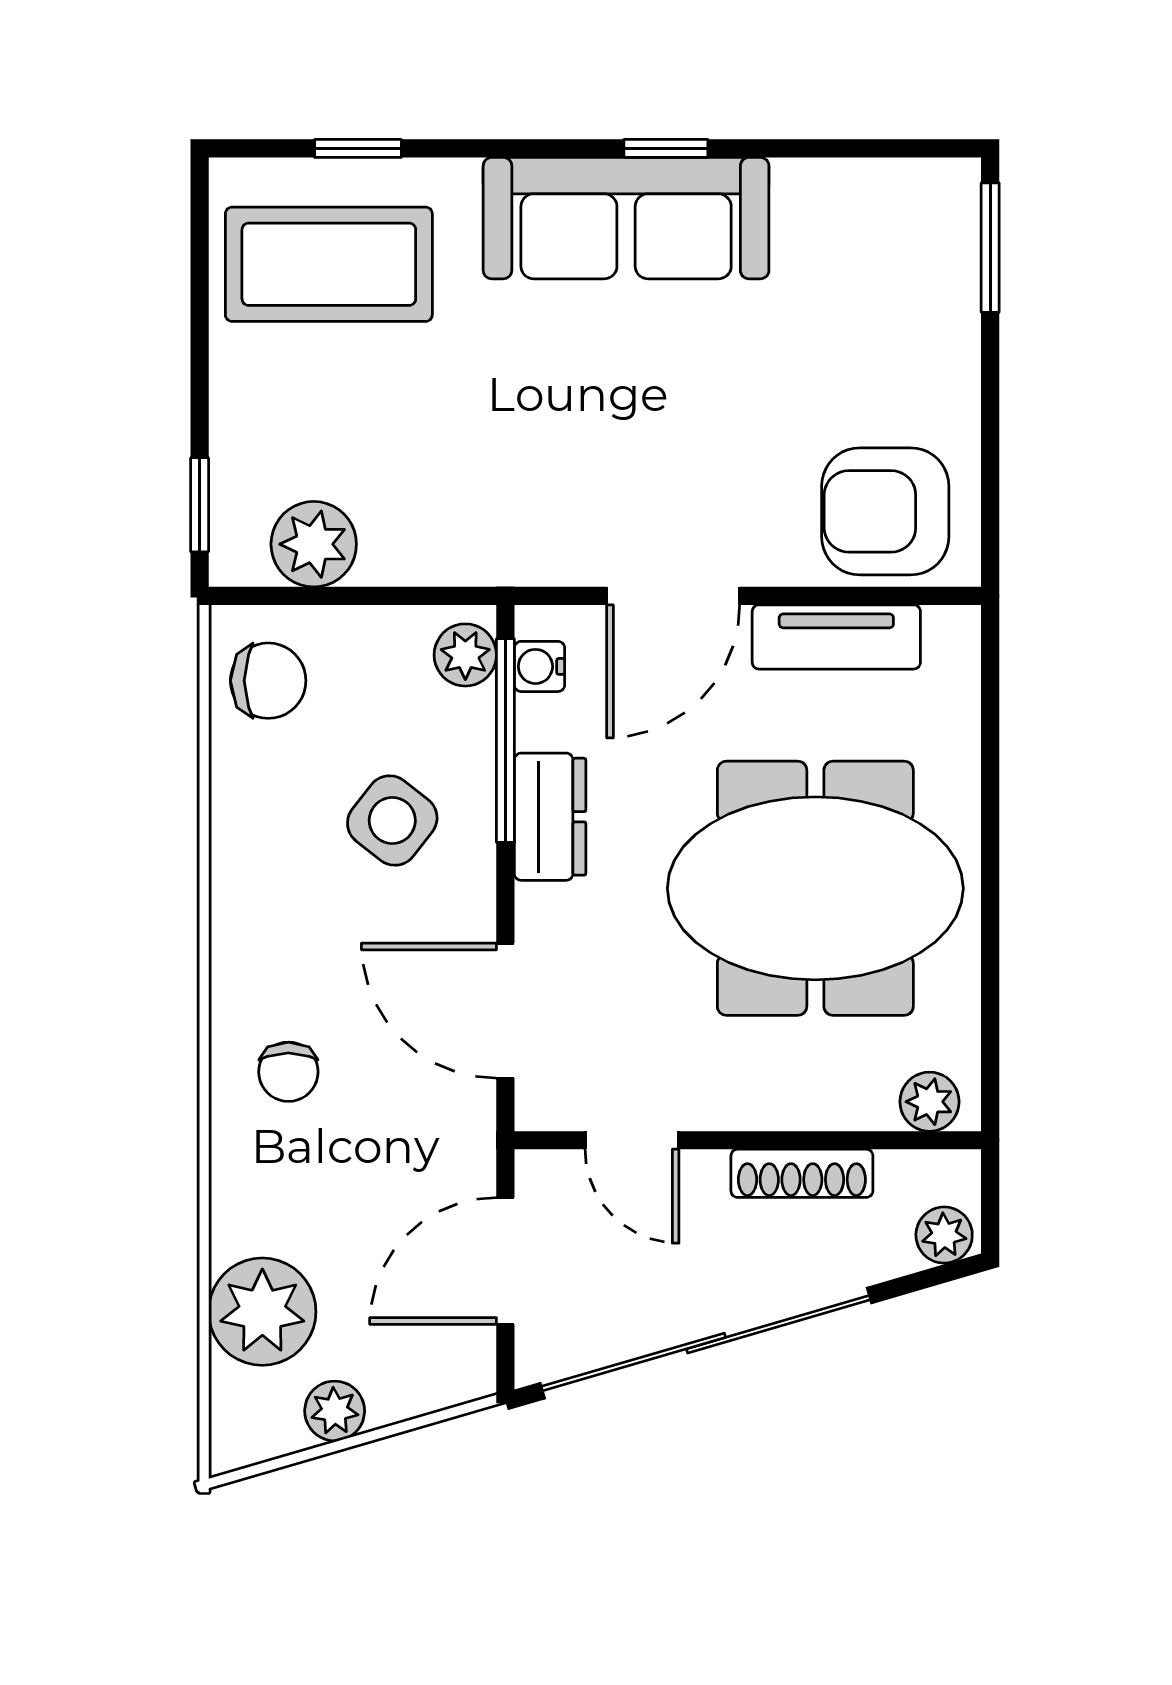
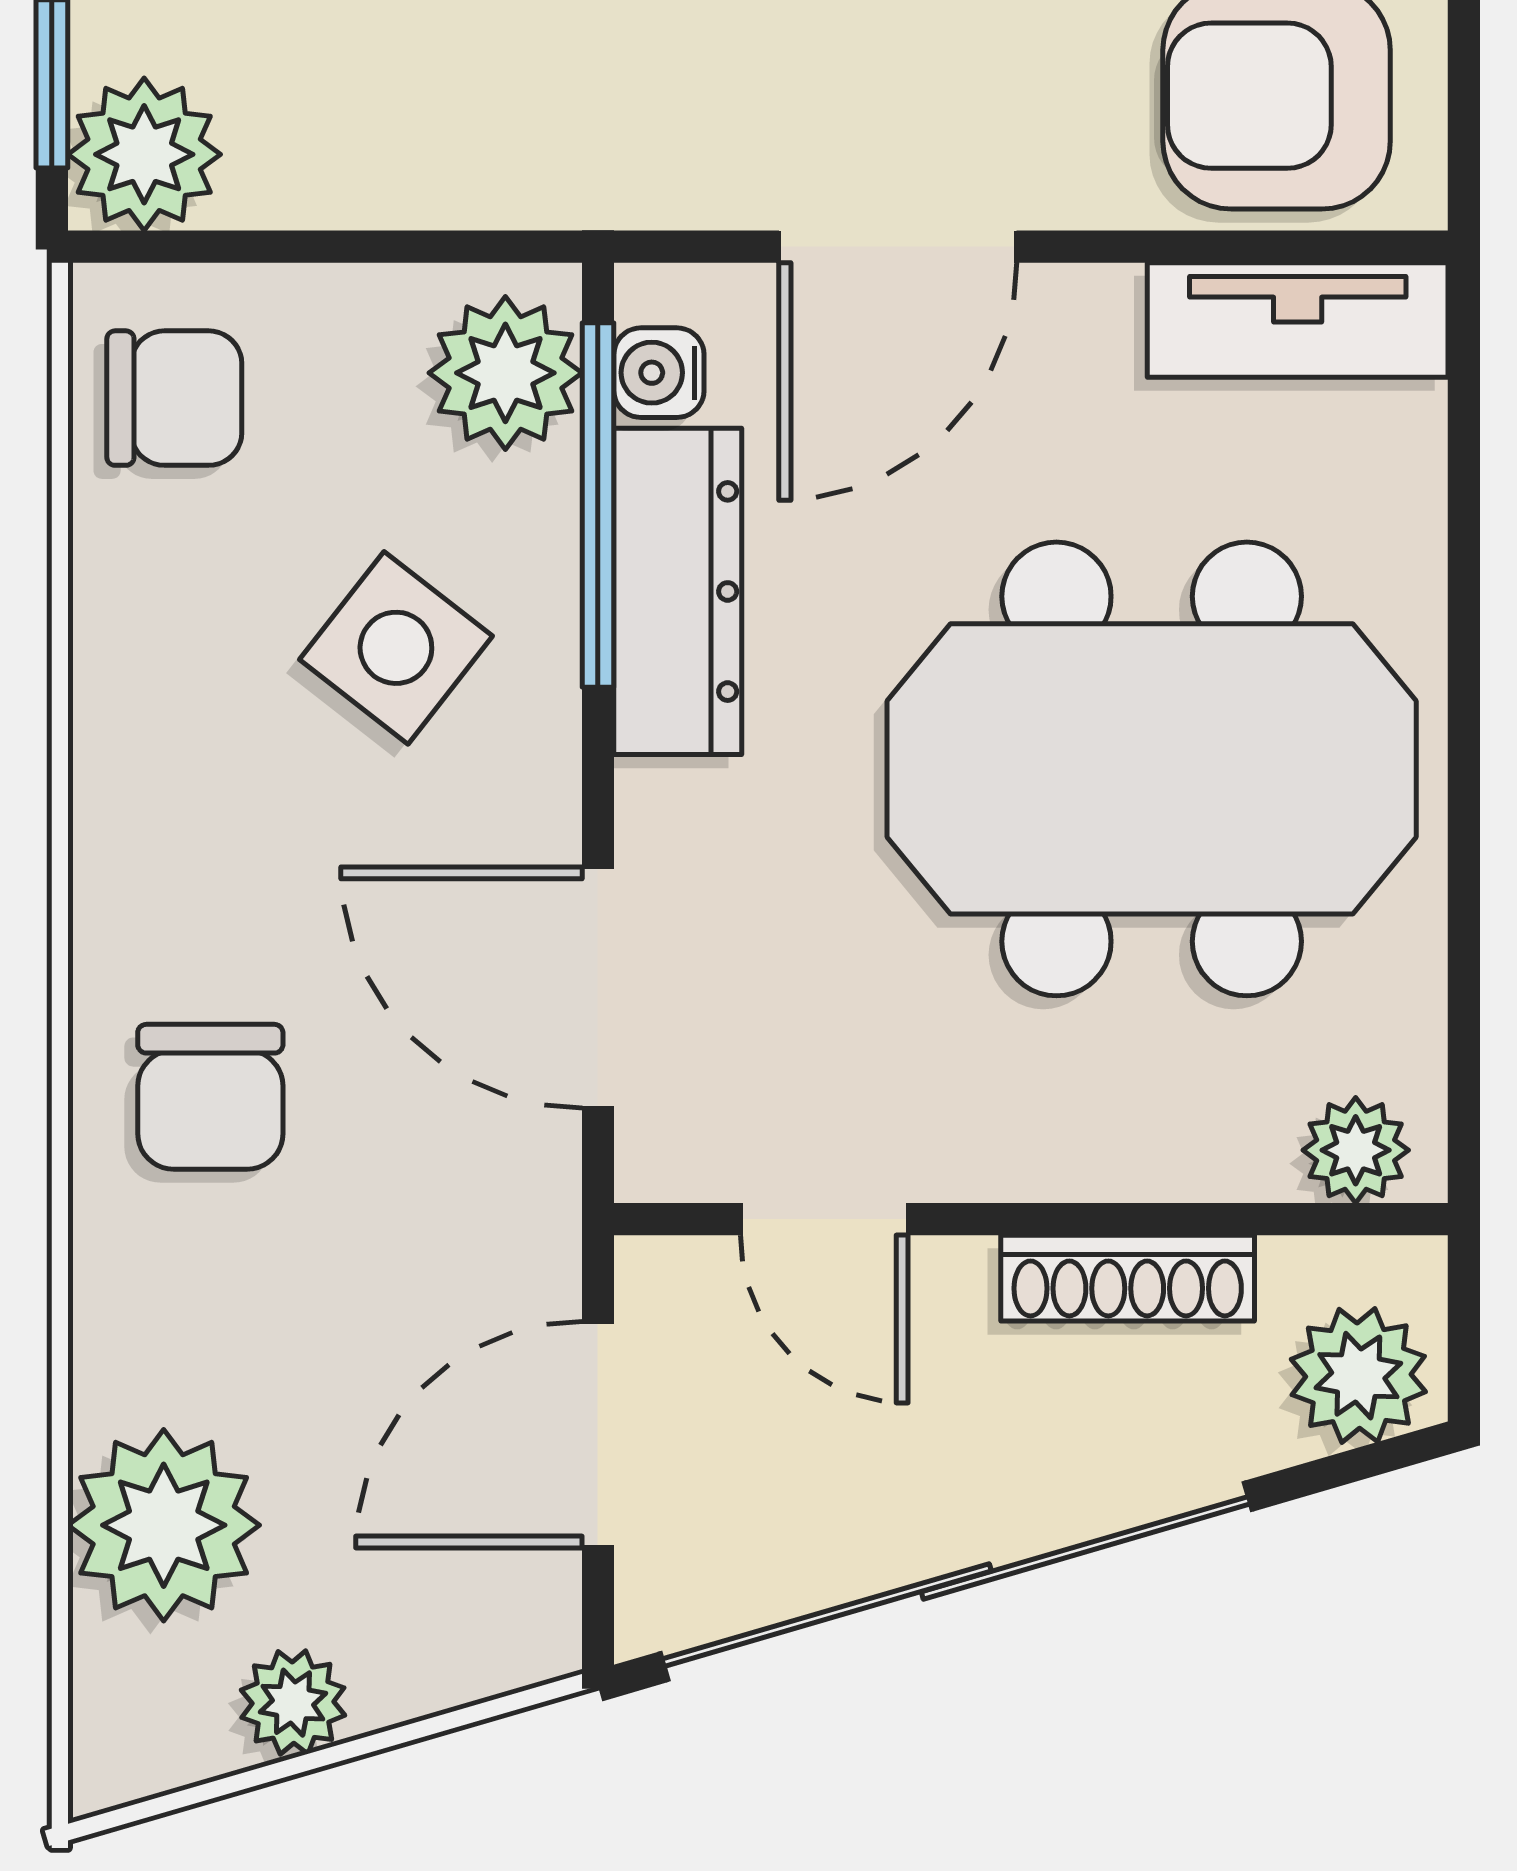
plant: (314, 544) -> (144, 154), moved
tv unit: (836, 637) -> (1298, 320), moved
plant: (465, 655) -> (505, 373), width x1.38, depth x1.38
dresser: (550, 817) -> (678, 591), width x1.44
chair: (288, 1072) -> (210, 1097), width x1.37, depth x1.37
plant: (944, 1235) -> (1358, 1376), width x1.38, depth x1.38

